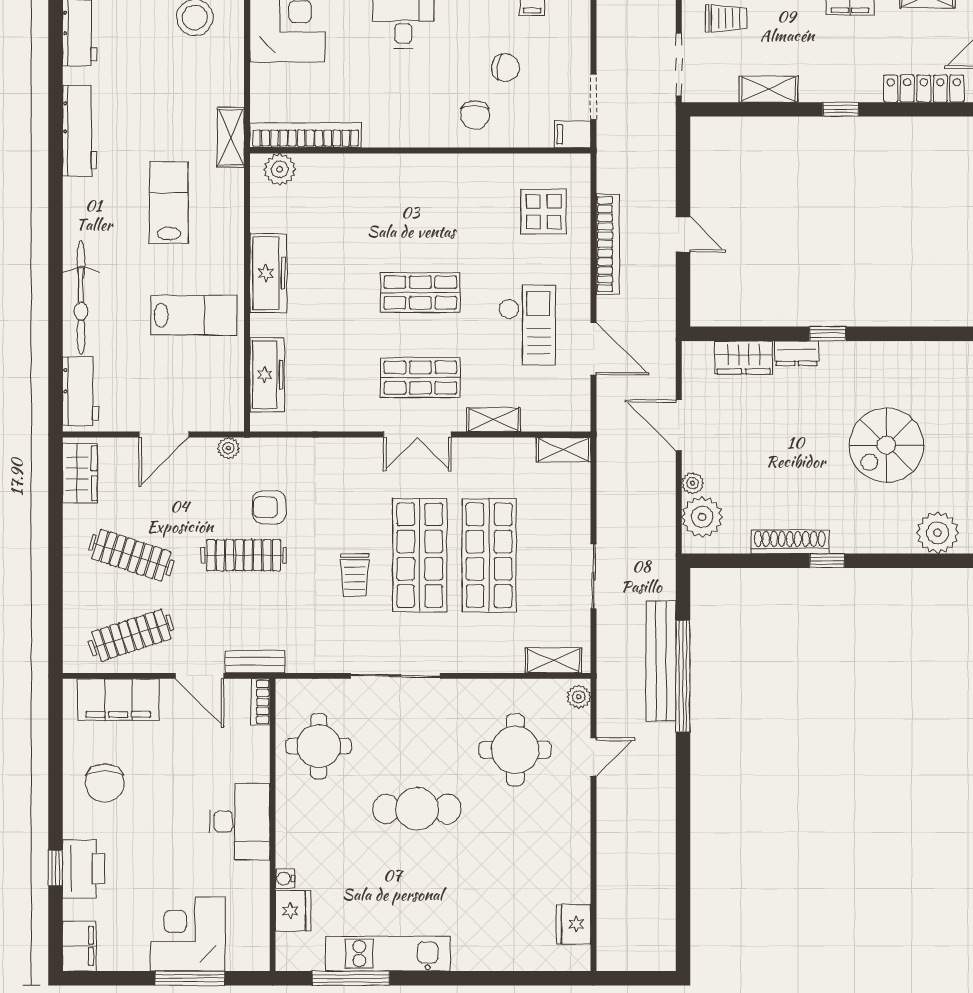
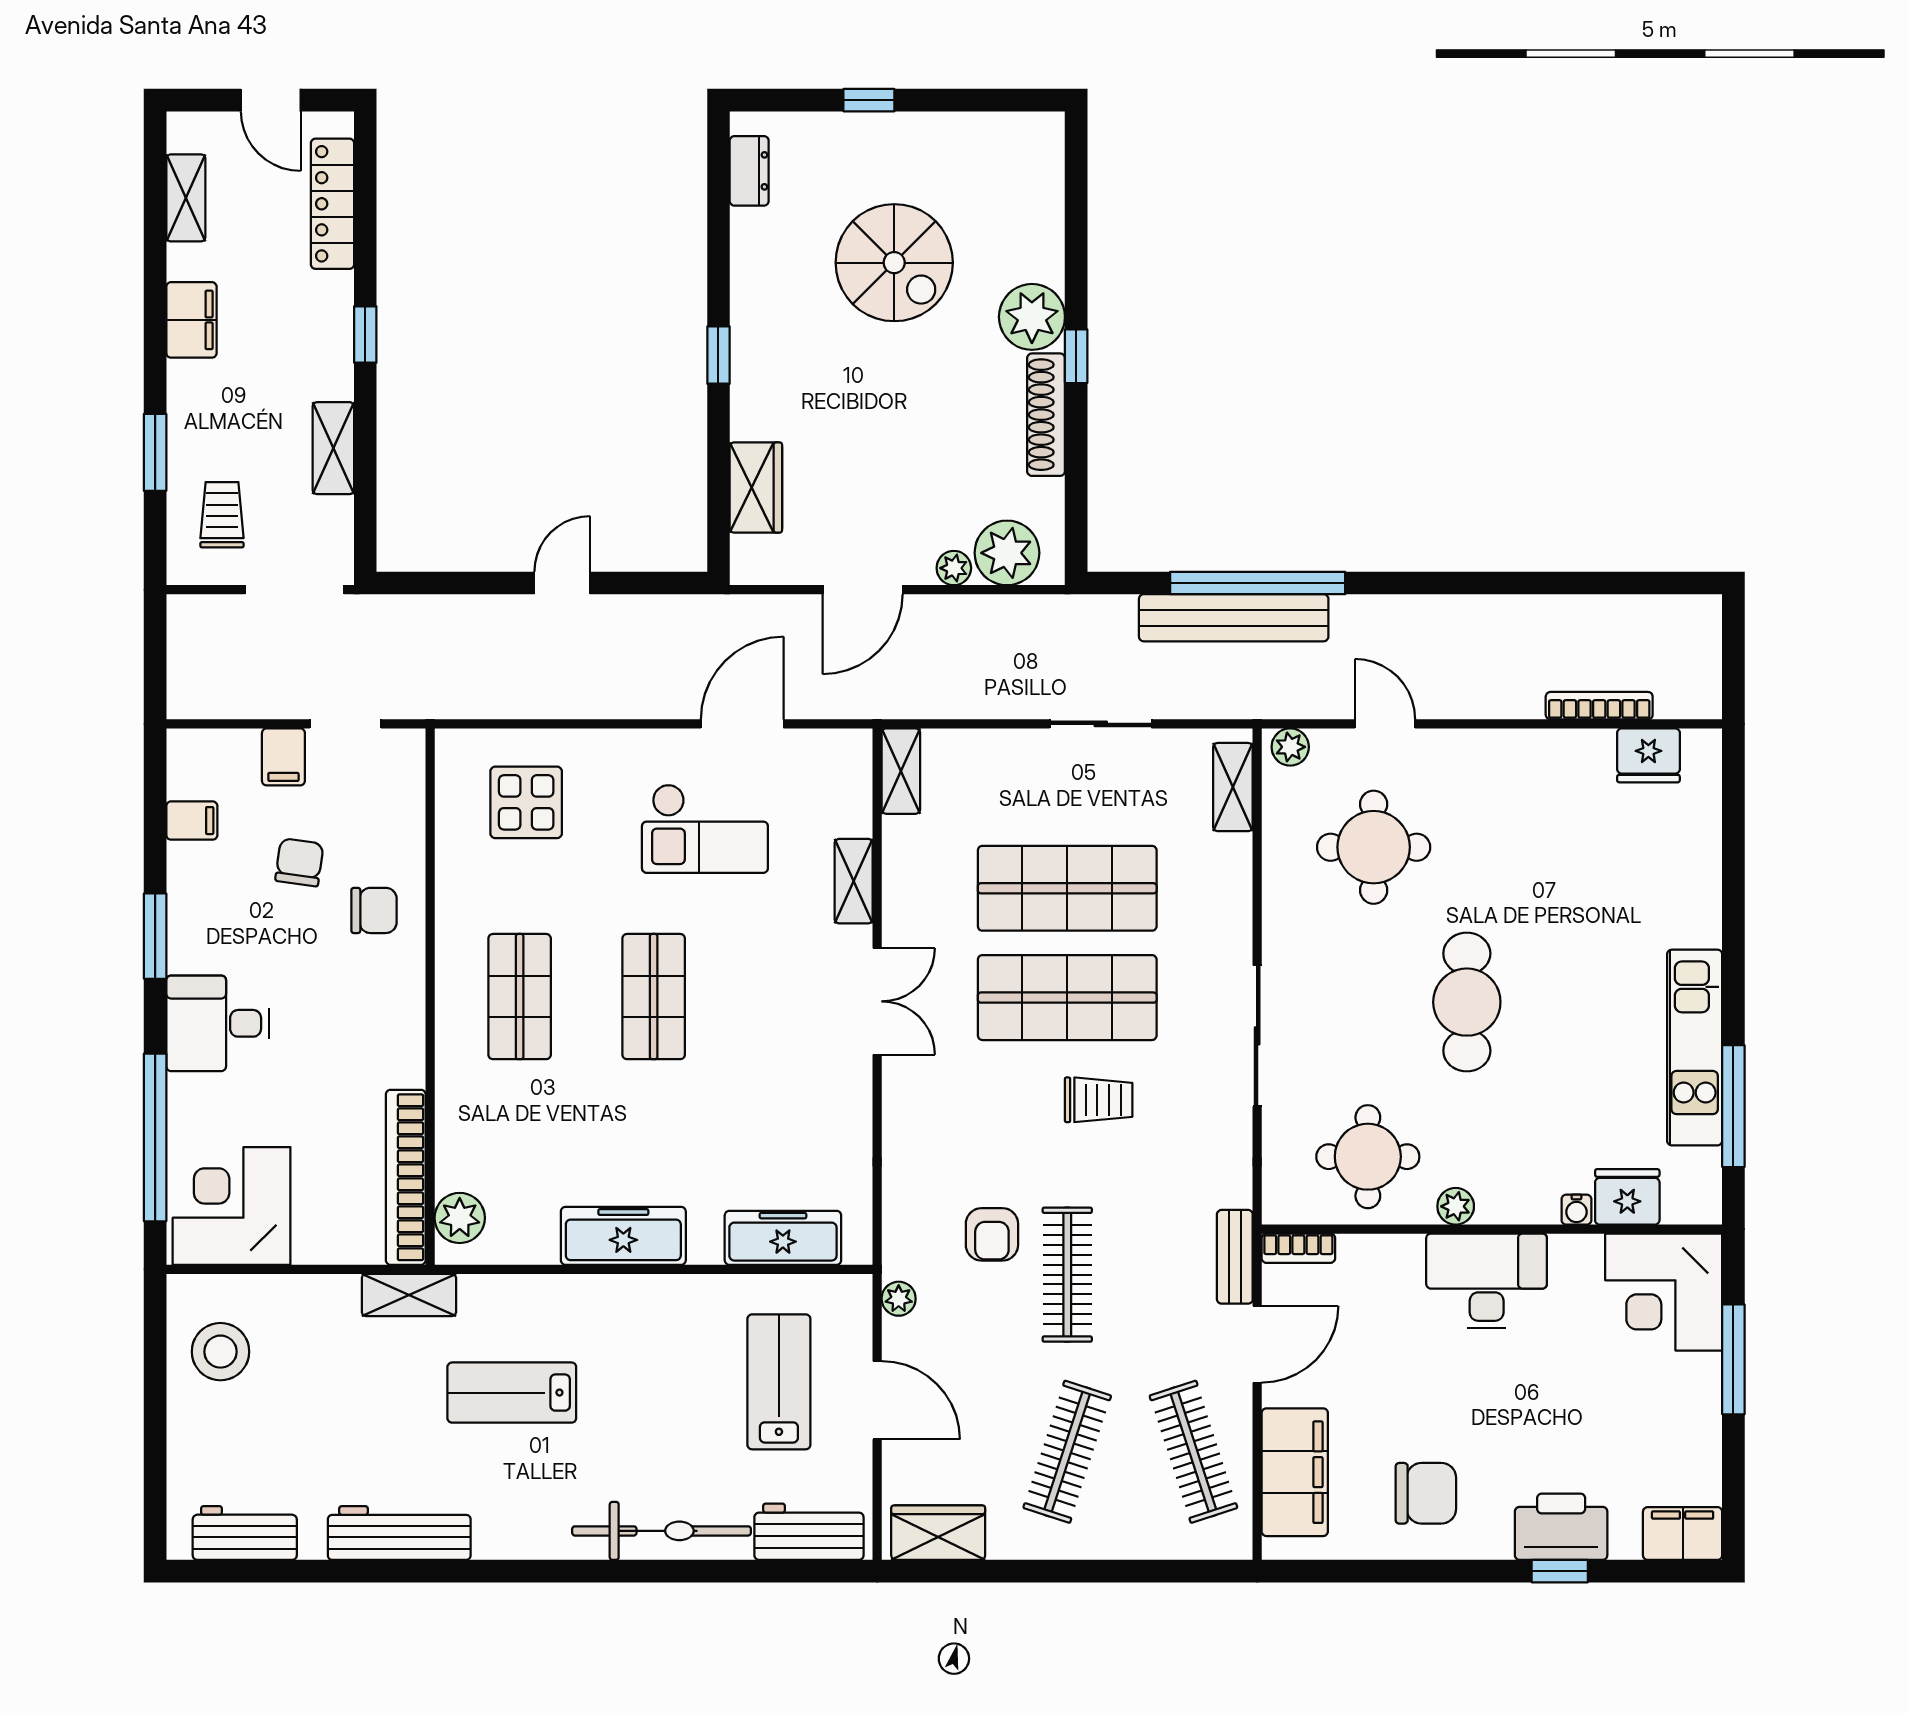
filing cabinet: (572, 134) -> (283, 757), moved
bookcase: (608, 244) -> (1599, 706), moved, width x0.68, depth x0.76
lab bench: (194, 315) -> (779, 1382), moved
checkout: (527, 325) -> (705, 829), turned 180
dresser: (797, 353) -> (749, 171), moved
shop shelf: (420, 378) -> (520, 997), moved
plant: (938, 533) -> (1032, 317), moved
plant: (287, 802) -> (1456, 1206), added
corner desk: (188, 934) -> (1664, 1292), moved

